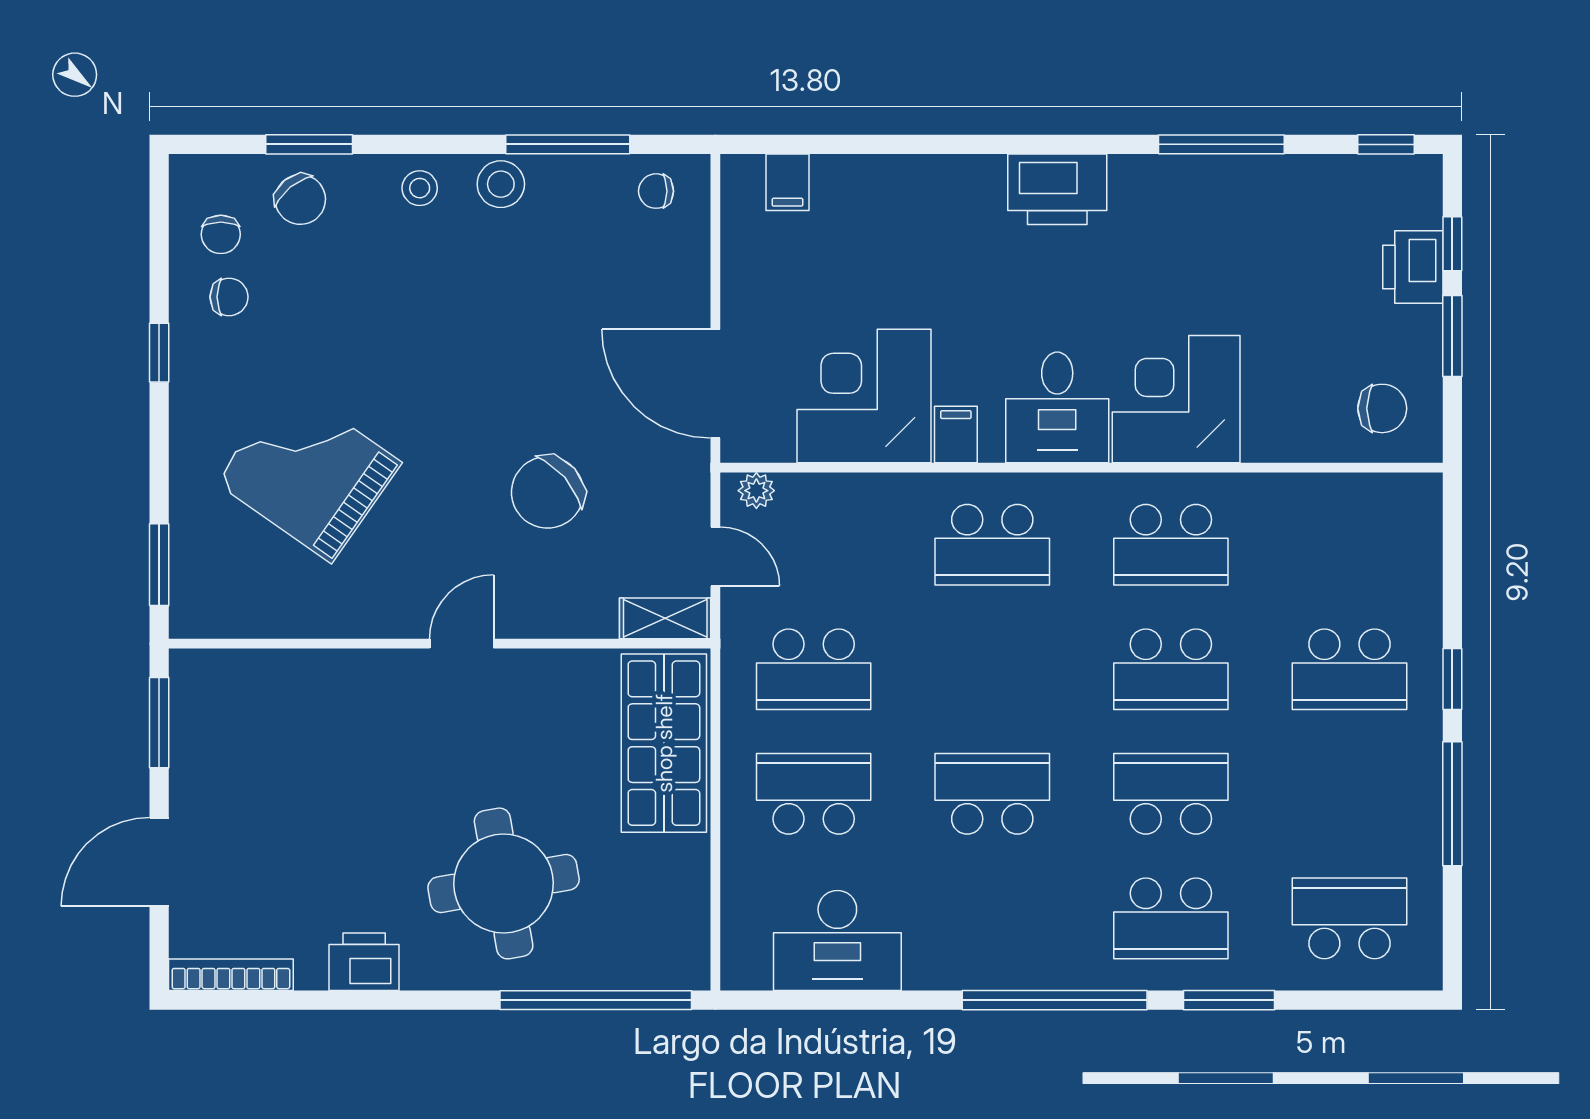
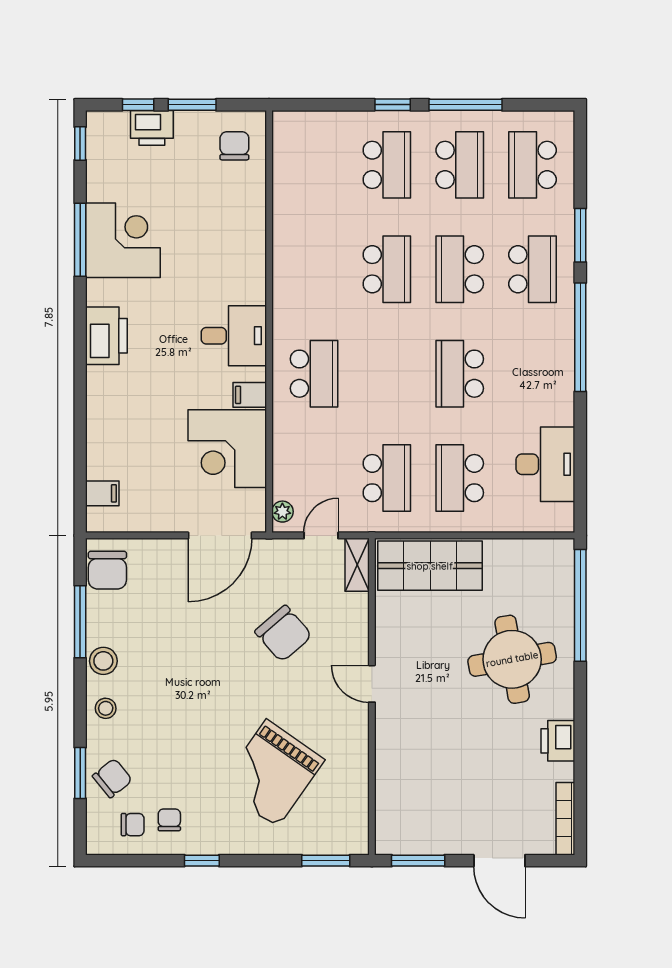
chair: (656, 191) -> (107, 570), width x1.87, depth x1.87
corner desk: (1176, 399) -> (123, 240), moved, turned 180
school desk: (1171, 545) -> (460, 165), moved

